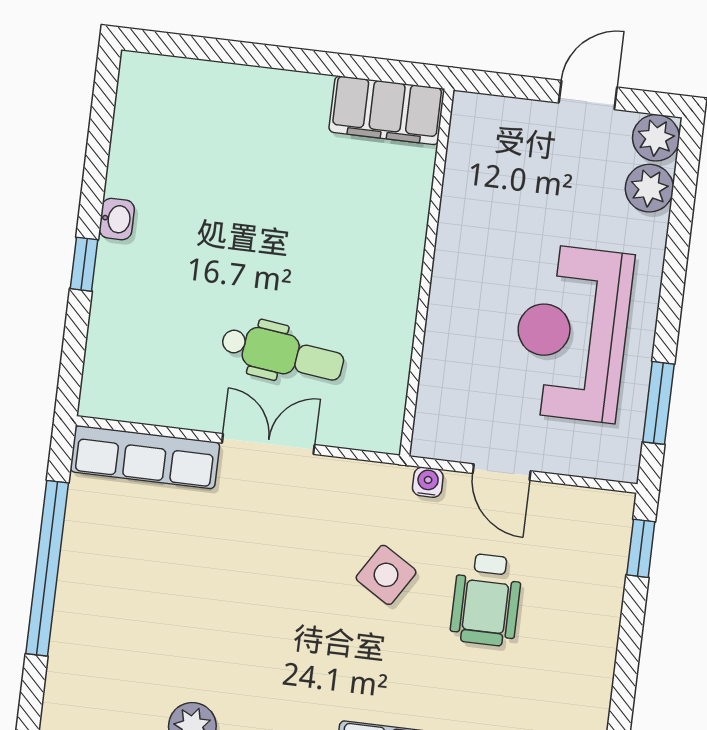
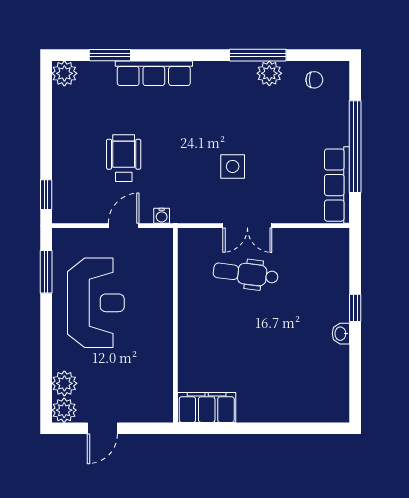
row of seats: (145, 457) -> (337, 185), moved, turned -90
door: (502, 472) -> (124, 226), hinge flipped
side table: (386, 575) -> (233, 166), moved, turned -32
chair: (109, 703) -> (314, 80), added

